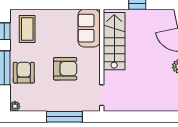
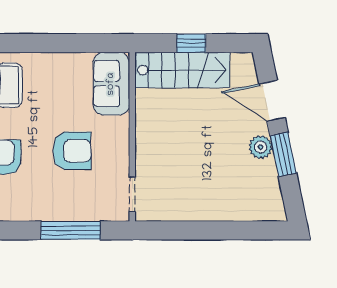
stairs: (114, 41) -> (182, 70), moved, turned 90

